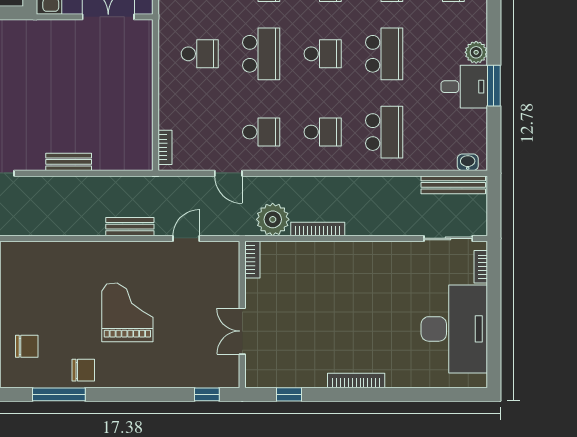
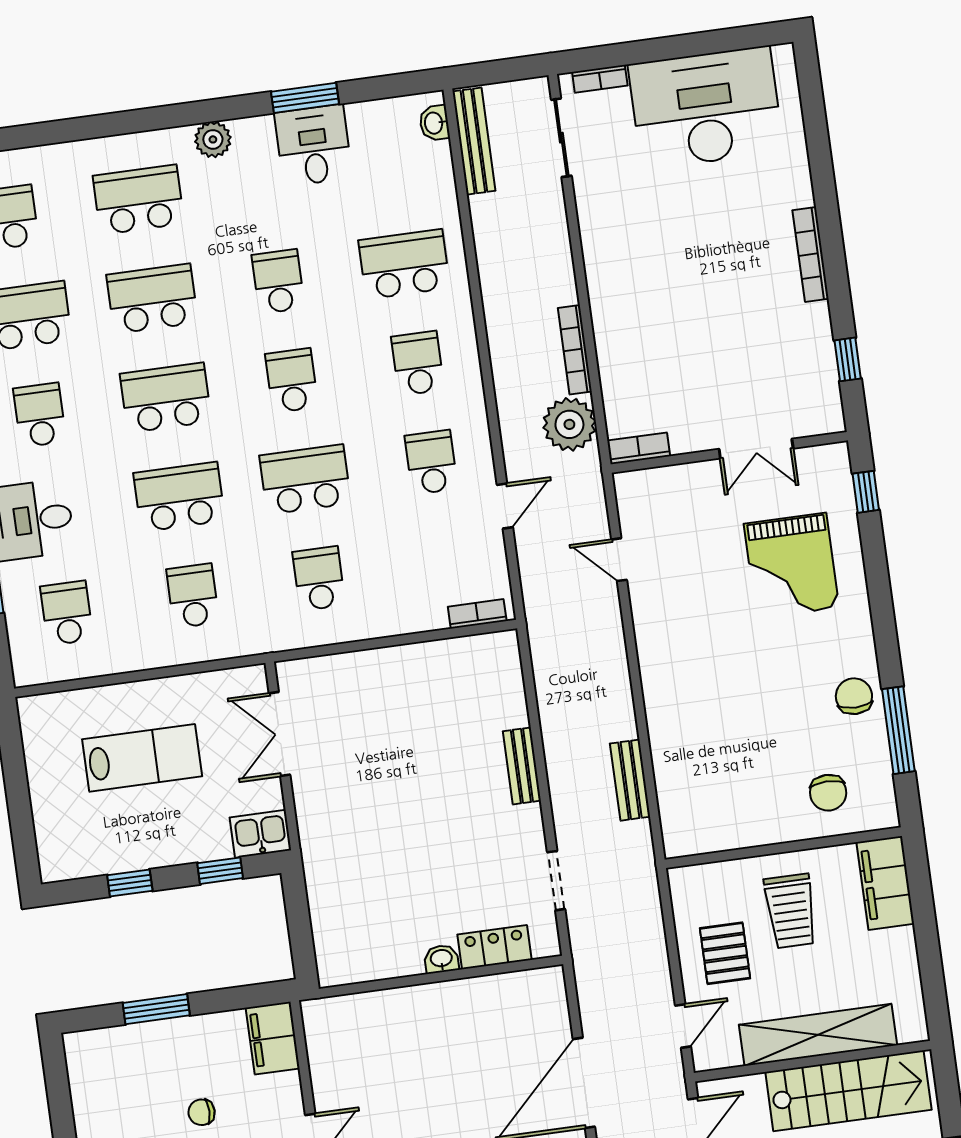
plant: (476, 52) -> (213, 139), moved
school desk: (384, 54) -> (278, 281), width x0.54
bench: (130, 227) -> (630, 780), moved
grand piano: (127, 312) -> (792, 566), moved, turned -90
chair: (27, 346) -> (828, 793), turned 180

